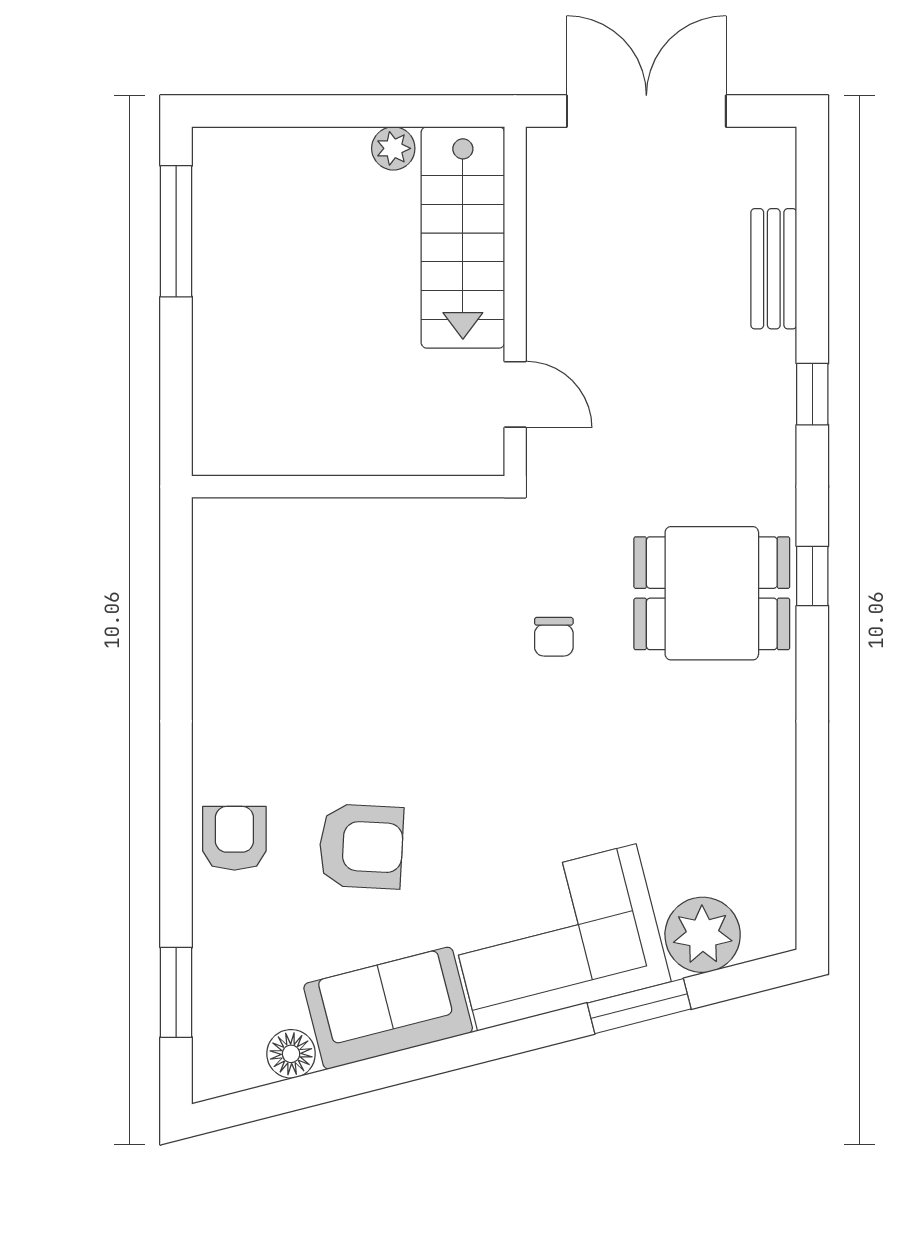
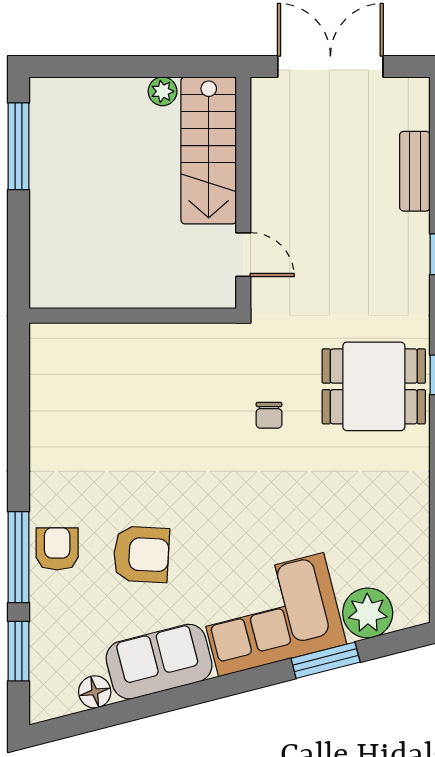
window: (176, 851) -> (18, 557), added

